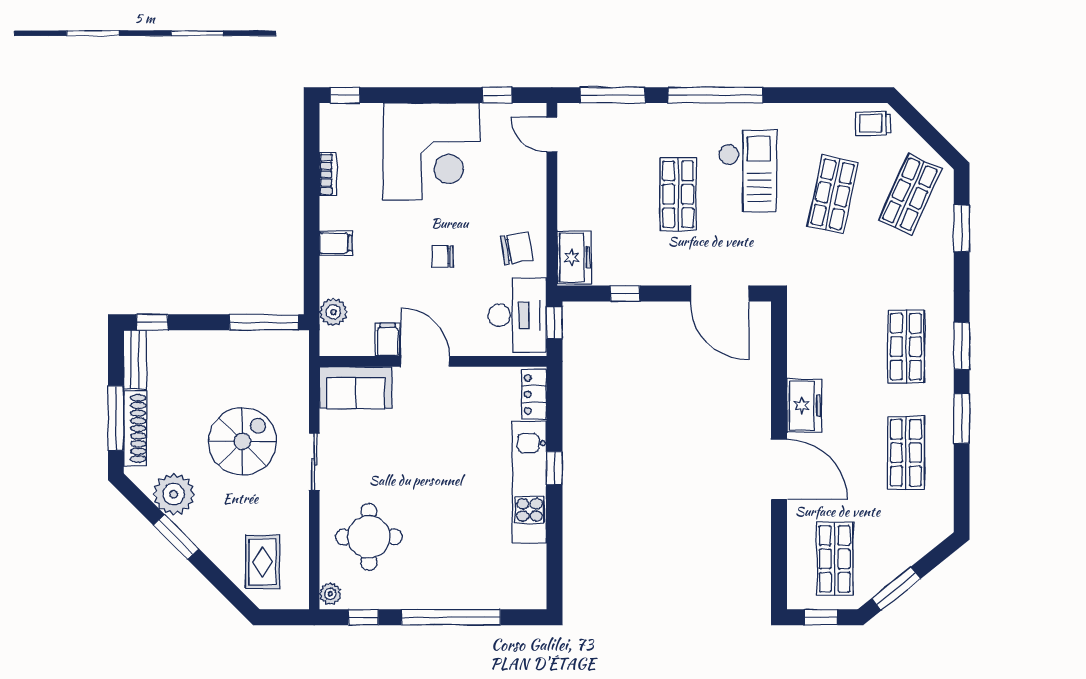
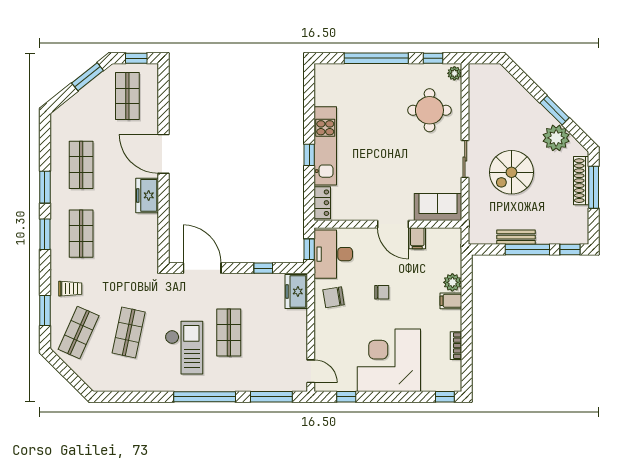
trolley: (873, 123) -> (70, 289), moved
checkout: (747, 171) -> (184, 348), turned 180
plant: (333, 312) -> (452, 282), moved
window: (264, 322) -> (527, 250), moved
bench: (135, 359) -> (516, 237), moved, turned 90
rug: (263, 562) -> (498, 94), removed

